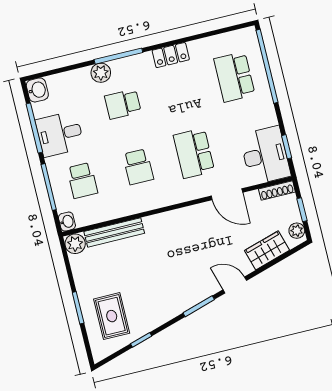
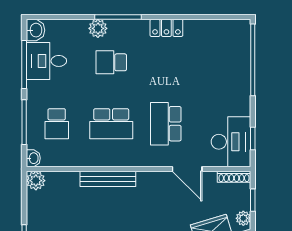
school desk: (234, 77) -> (220, 62), removed
desk: (60, 134) -> (46, 61), moved
school desk: (138, 167) -> (111, 124), width x1.85
bench: (114, 232) -> (108, 179), moved

